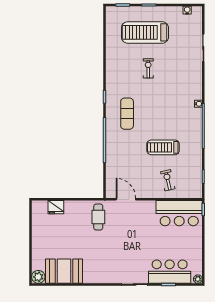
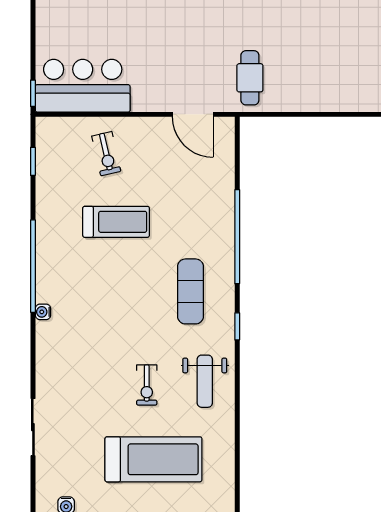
weight bench: (120, 70) -> (205, 381), added
fridge: (56, 207) -> (337, 98), removed

